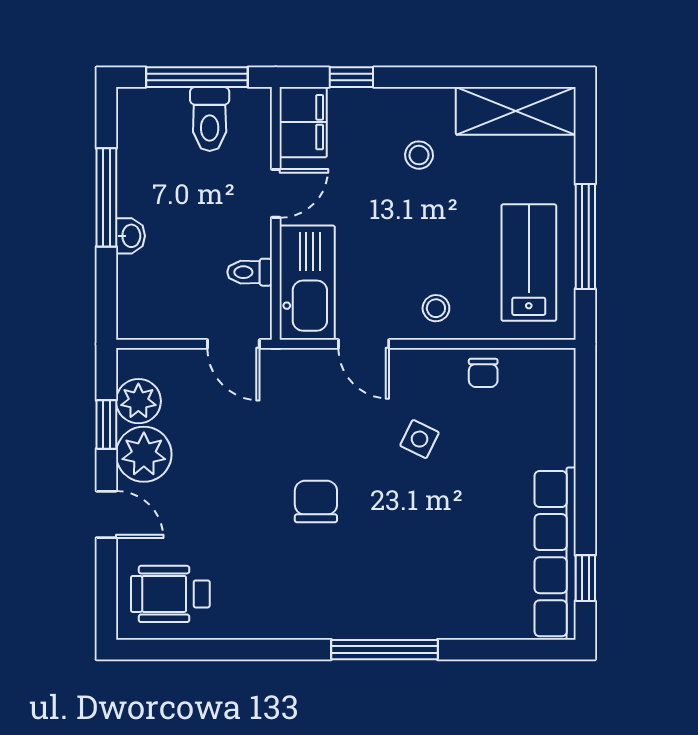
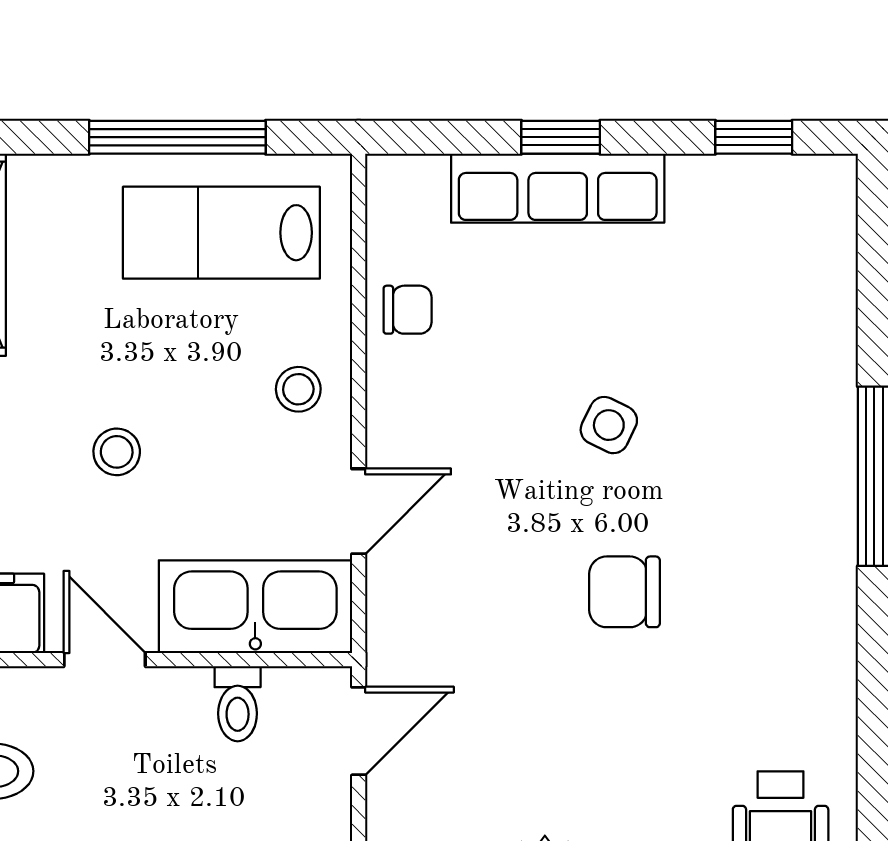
stool: (419, 155) -> (117, 452), moved
side table: (420, 439) -> (609, 425), moved
window: (585, 464) -> (561, 137), added
row of seats: (555, 554) -> (558, 188), moved, width x0.73

